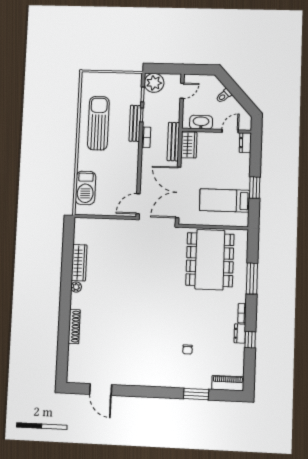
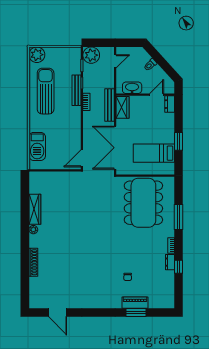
plant: (90, 81) -> (37, 55), added
piano: (228, 383) -> (135, 303), moved

